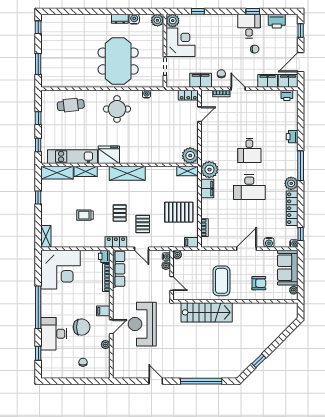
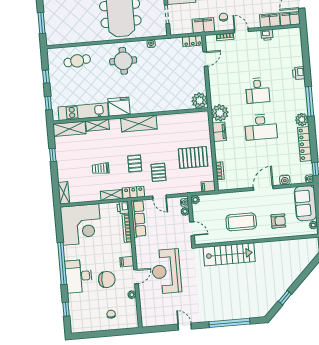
printer: (287, 95) -> (267, 35), moved
shelving: (188, 171) -> (111, 195), moved
coffee table: (221, 281) -> (241, 222), turned 90
desk: (54, 334) -> (79, 276), moved

